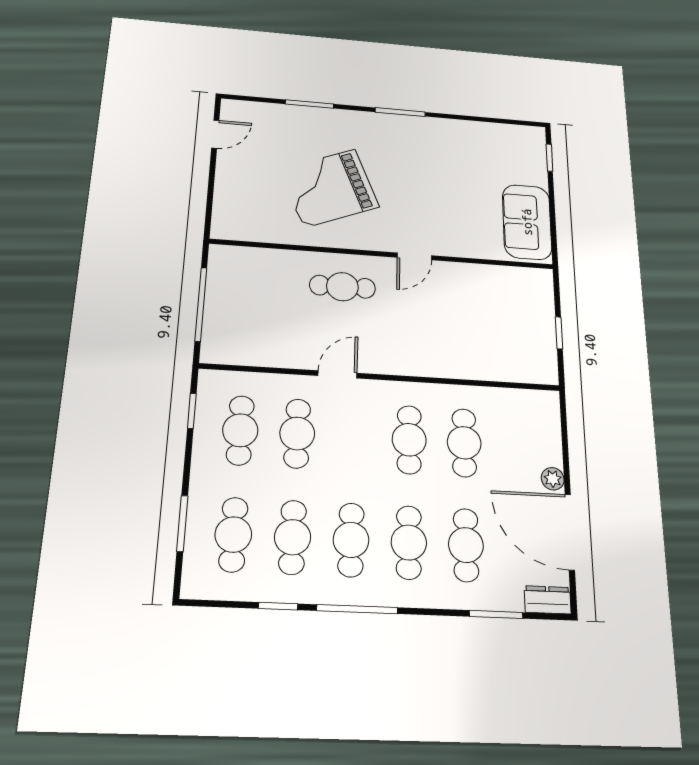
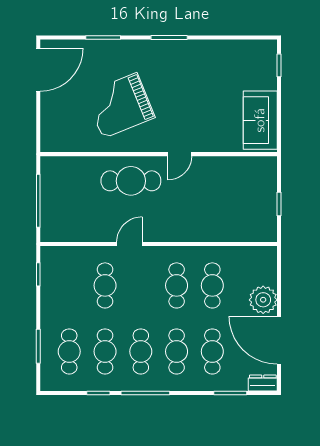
door: (215, 134) -> (38, 70), width x1.88
cafe table: (342, 287) -> (131, 181), width x1.37, depth x1.35
cafe table: (240, 430) -> (69, 285), removed
plant: (553, 479) -> (263, 300), width x1.88, depth x1.88

